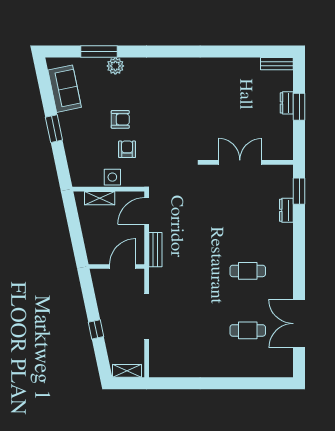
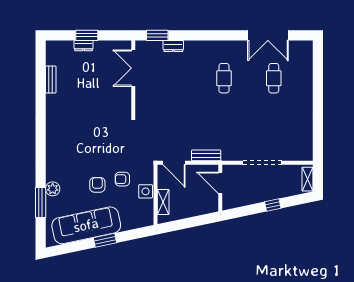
bench: (277, 64) -> (51, 80), moved
sofa: (65, 89) -> (86, 225), width x1.85, depth x1.27
double door: (240, 162) -> (133, 68), moved

